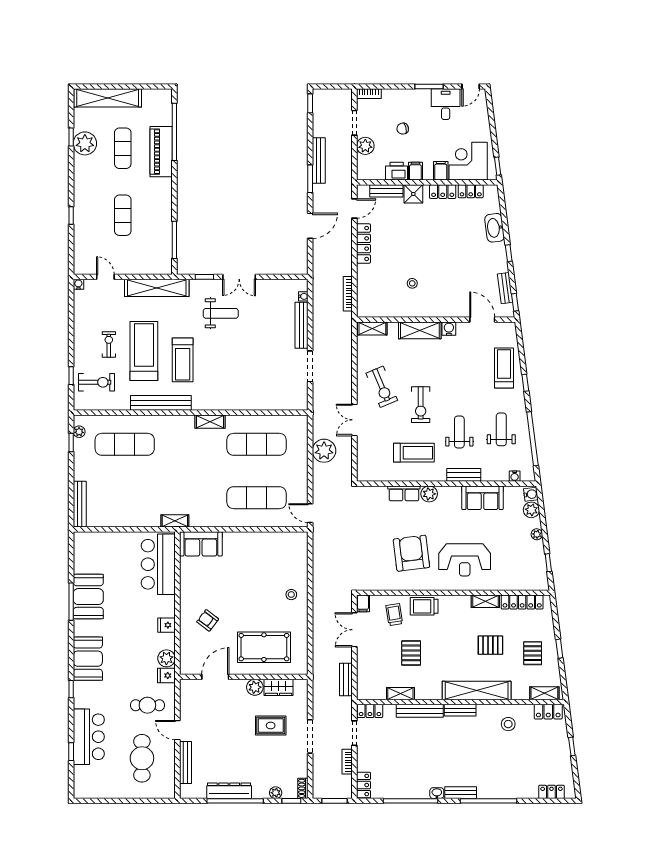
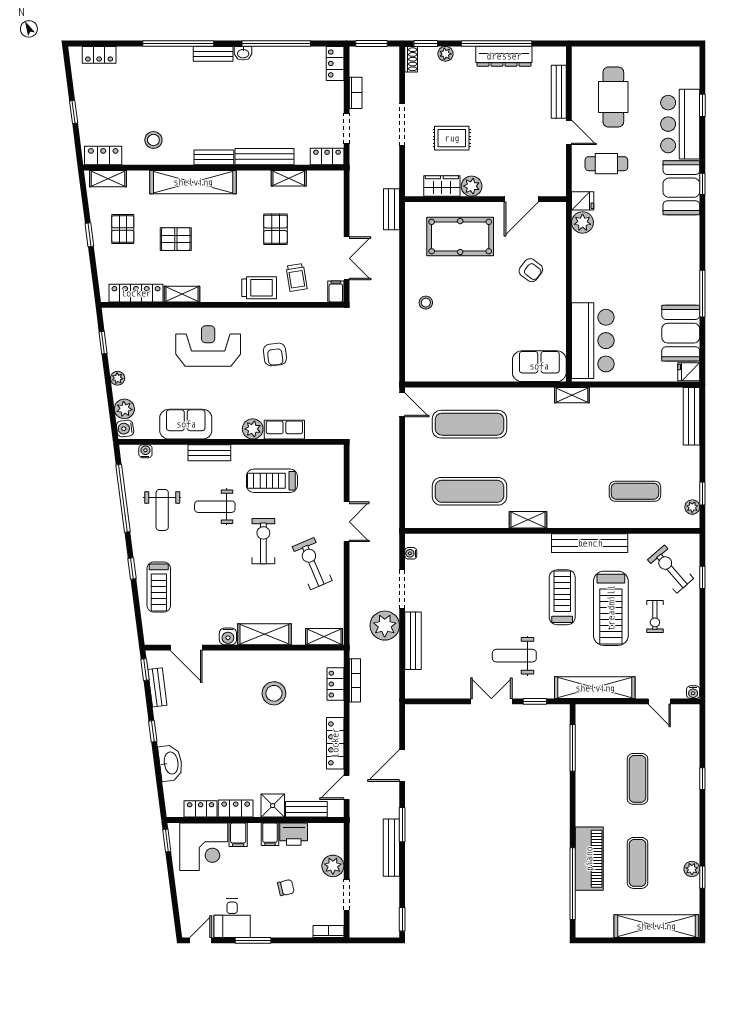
plant: (85, 143) -> (692, 869), width x0.53, depth x0.53
stool: (412, 283) -> (274, 693), width x1.89, depth x1.89
locker: (363, 291) -> (335, 684), added
water cooler: (303, 296) -> (411, 553), moved
exercise bike: (96, 382) -> (671, 569), turned 49
weight bench: (459, 432) -> (215, 507), turned 90
exercise mat: (125, 444) -> (635, 491), width x0.73, depth x0.69
plant: (324, 451) -> (385, 626), moved
armchair: (411, 553) -> (275, 354), width x0.53, depth x0.53
booth: (88, 597) -> (681, 333), moved
fridge: (166, 625) -> (689, 372), moved, turned 180
booth: (88, 659) -> (681, 188), moved
bench: (346, 679) -> (391, 209), moved

